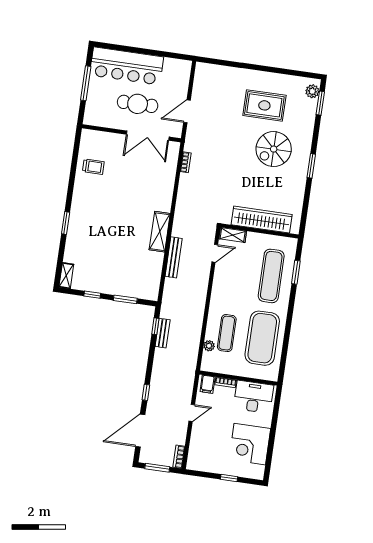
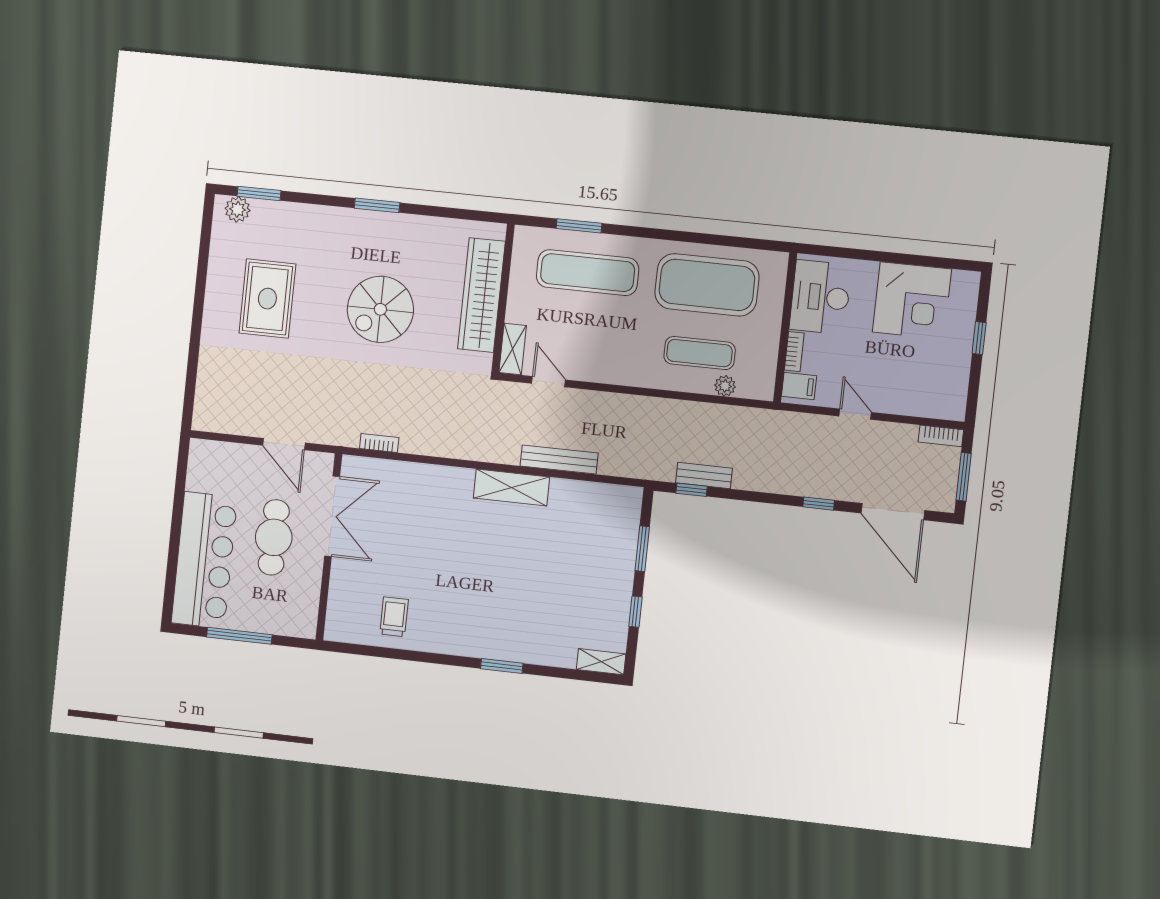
spiral stairs: (274, 149) -> (380, 309), moved, turned 90

